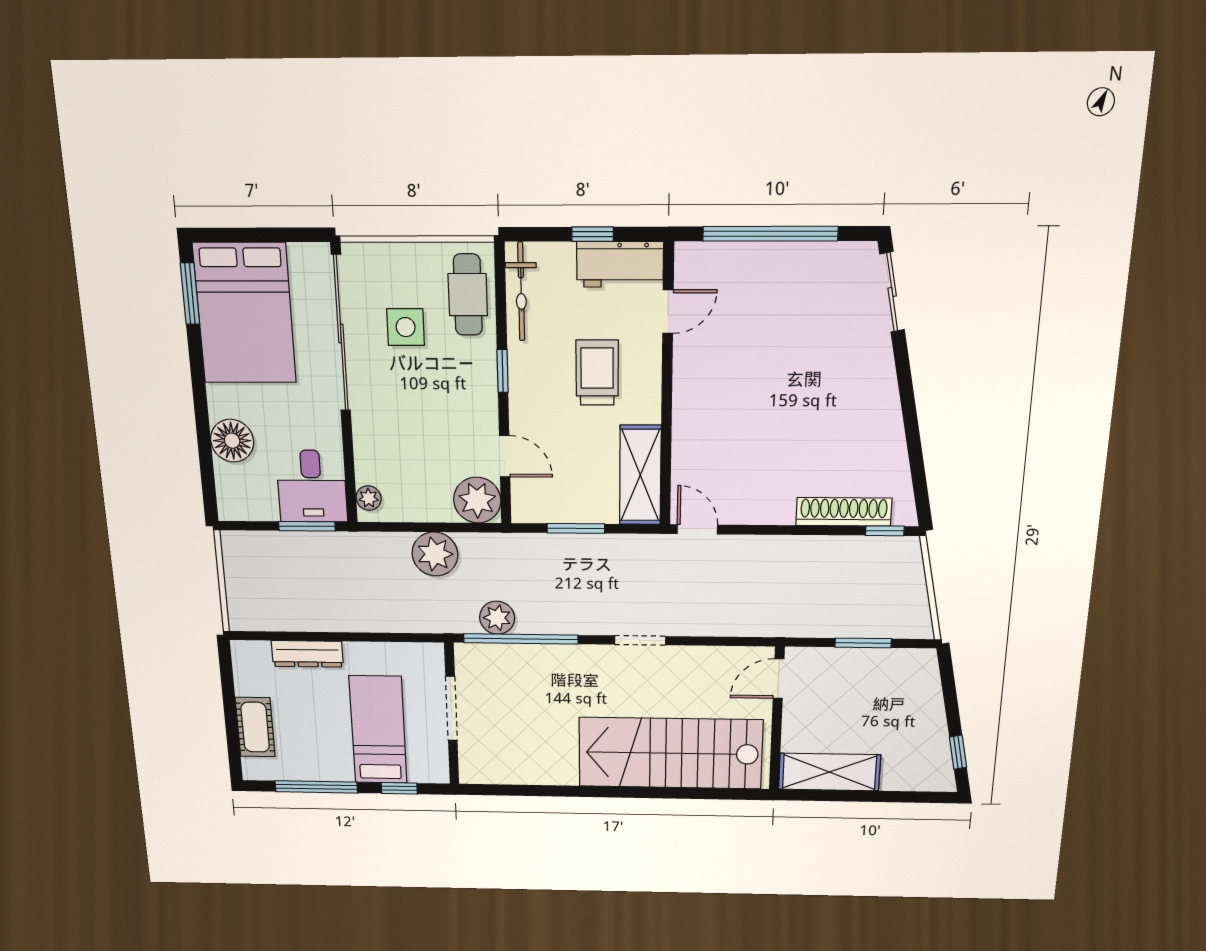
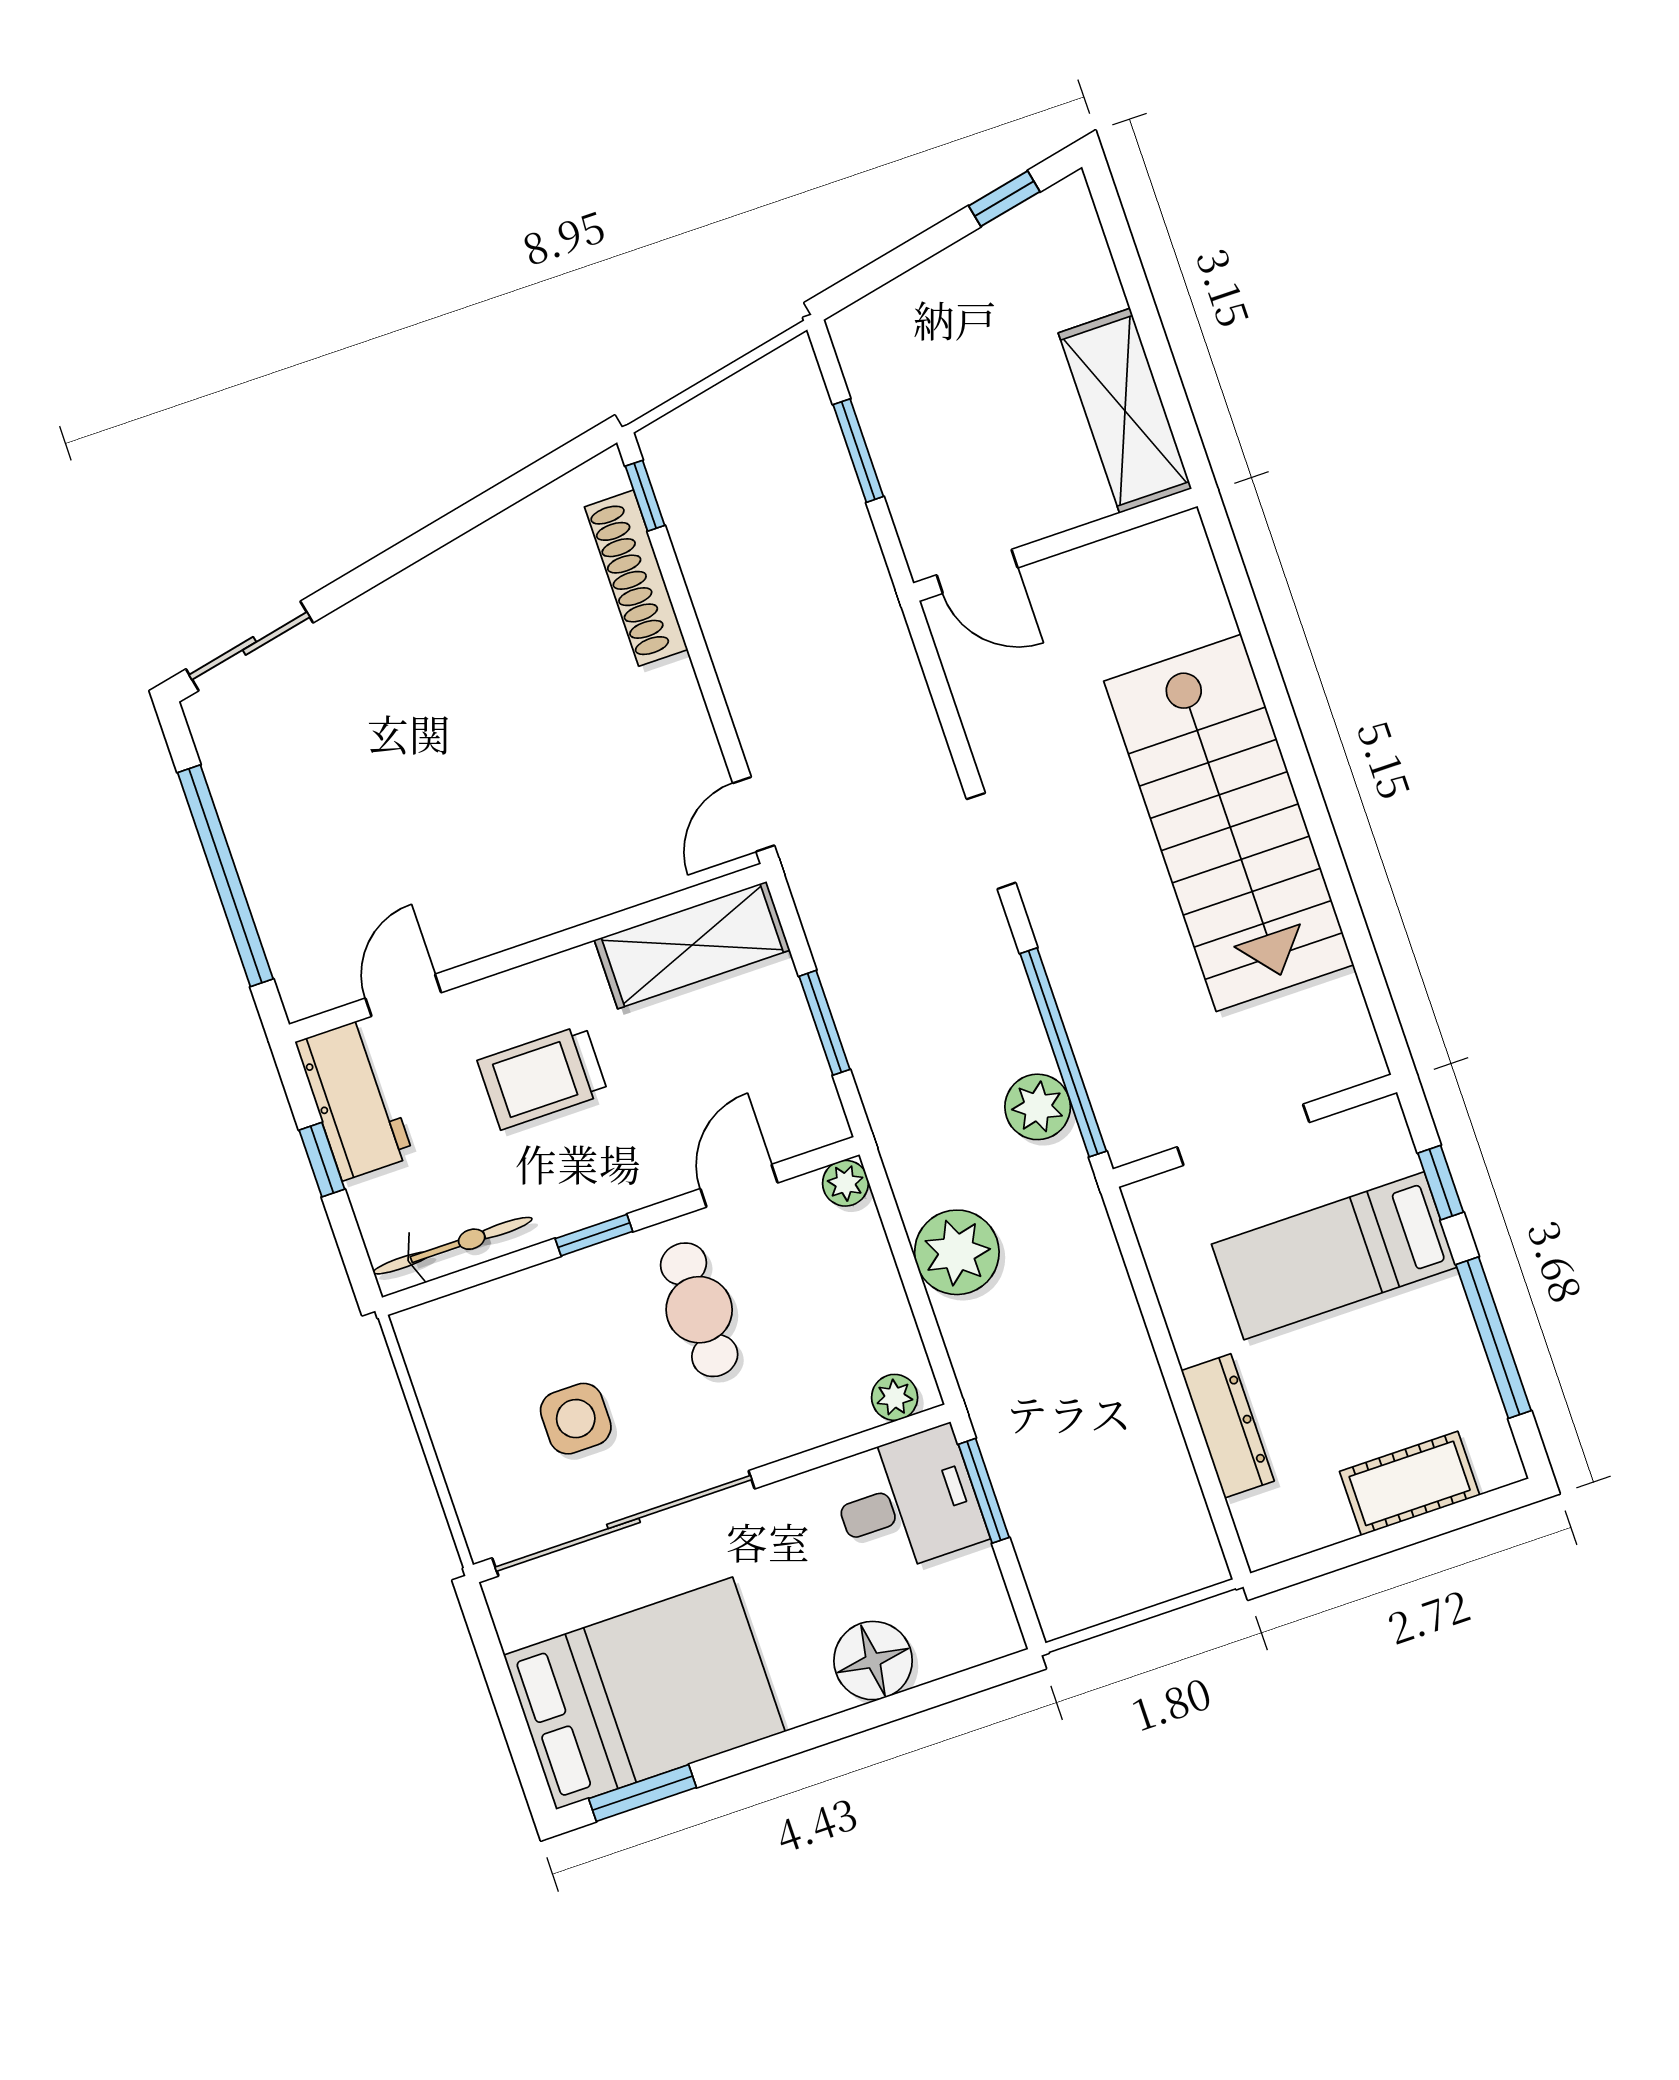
cafe table: (468, 295) -> (699, 1310), moved, turned 90
door: (668, 312) -> (403, 995), hinge flipped
plant: (477, 500) -> (845, 1183), width x0.53, depth x0.53
stairs: (670, 753) -> (1229, 823), moved

